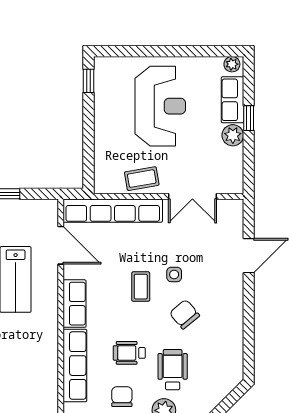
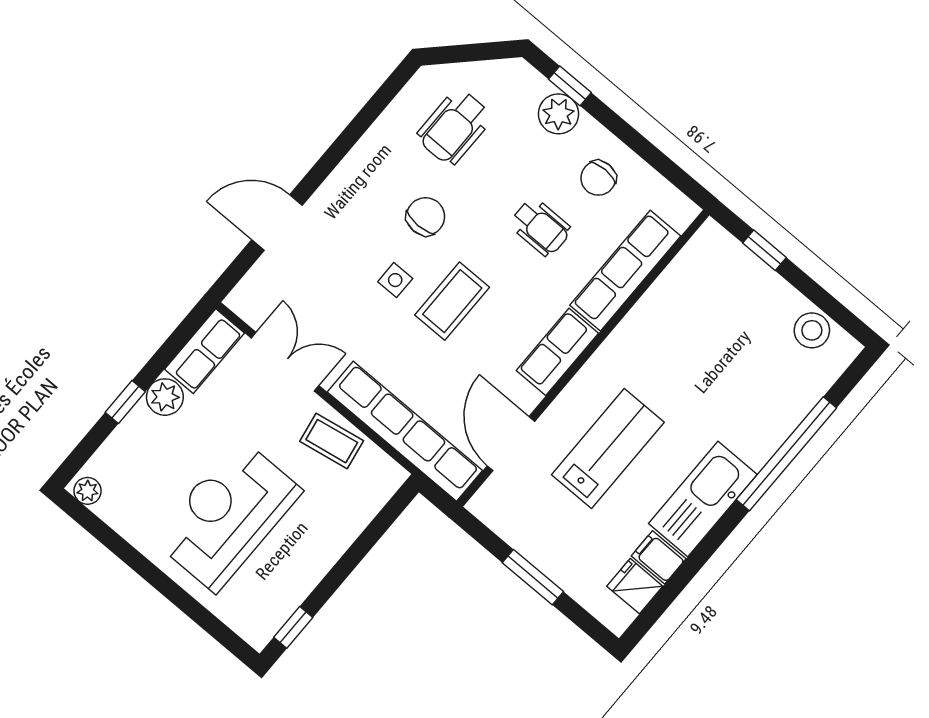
row of seats: (232, 100) -> (205, 351), moved
coffee table: (141, 287) -> (452, 301), width x1.36, depth x1.30
chair: (185, 314) -> (426, 217), turned -140
wheelchair: (173, 370) -> (454, 127), moved

